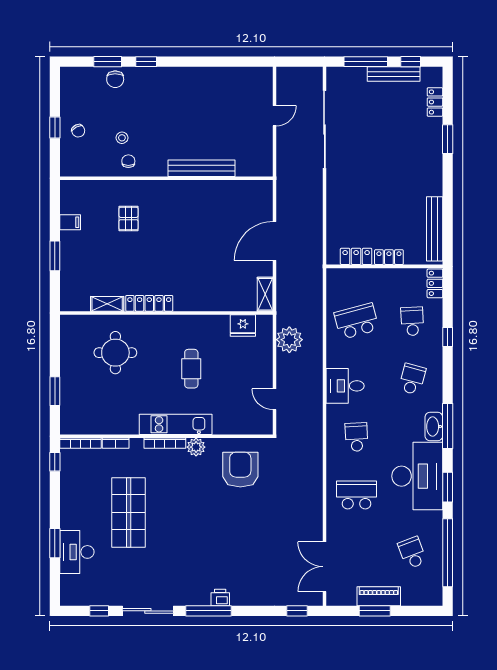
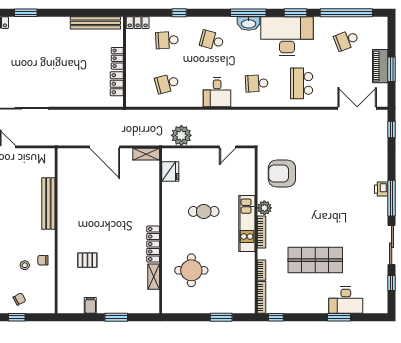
school desk: (356, 321) -> (167, 83), width x0.54
double door: (324, 567) -> (357, 108), swing flipped

